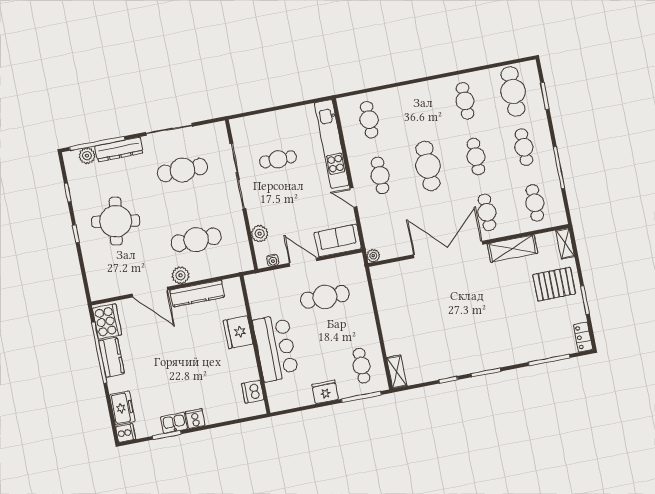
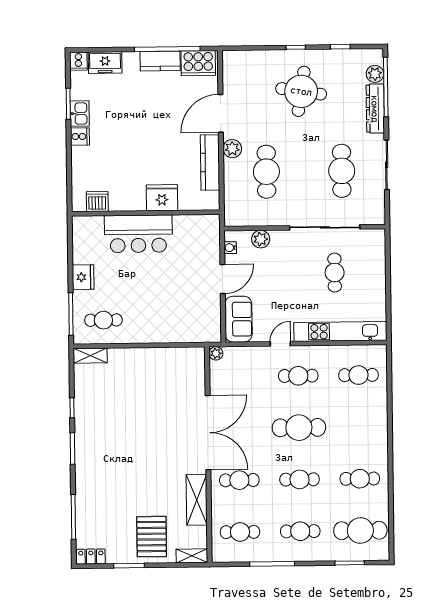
cafe table: (325, 297) -> (182, 295), removed

